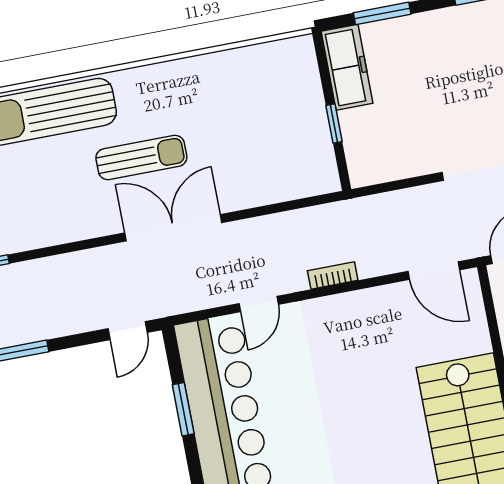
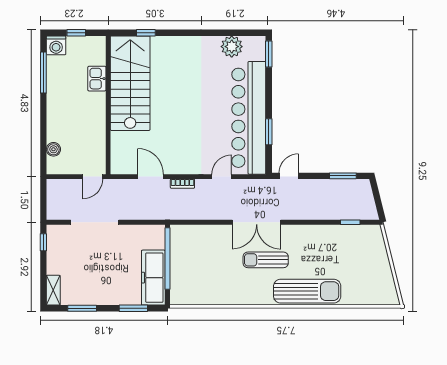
freezer: (347, 67) -> (153, 278), width x1.36, depth x1.26
window: (334, 124) -> (168, 259), width x3.17
door: (434, 271) -> (151, 177), moved

